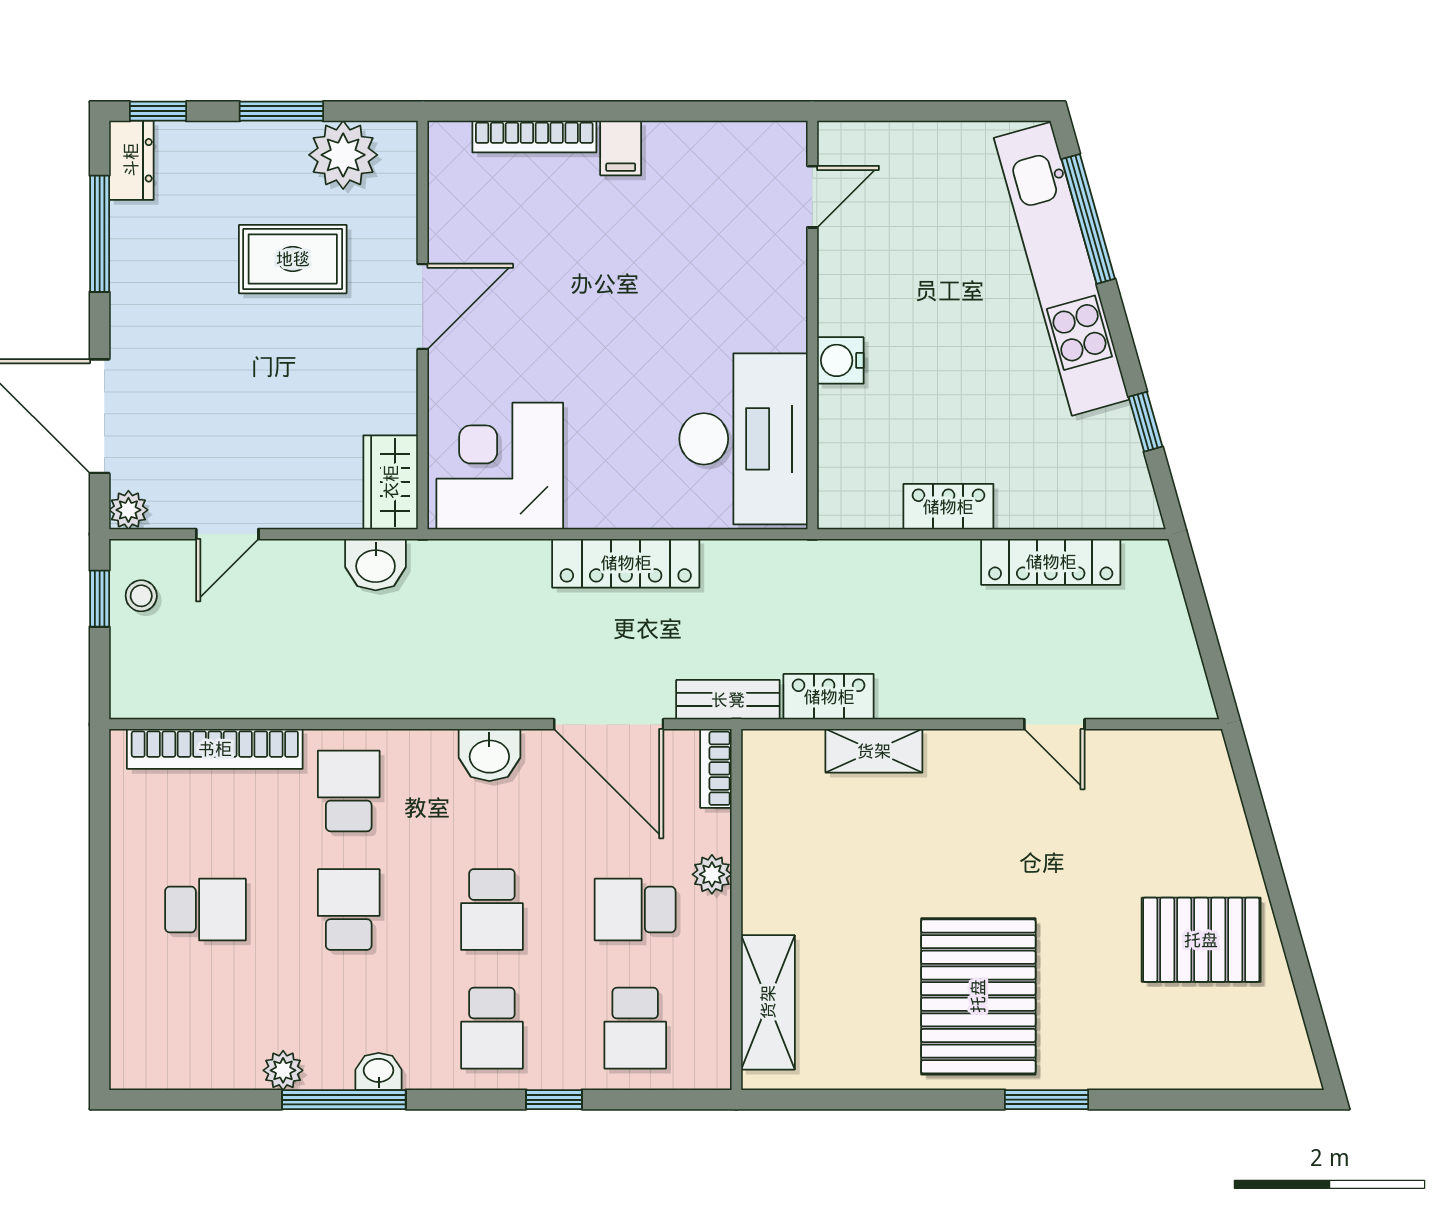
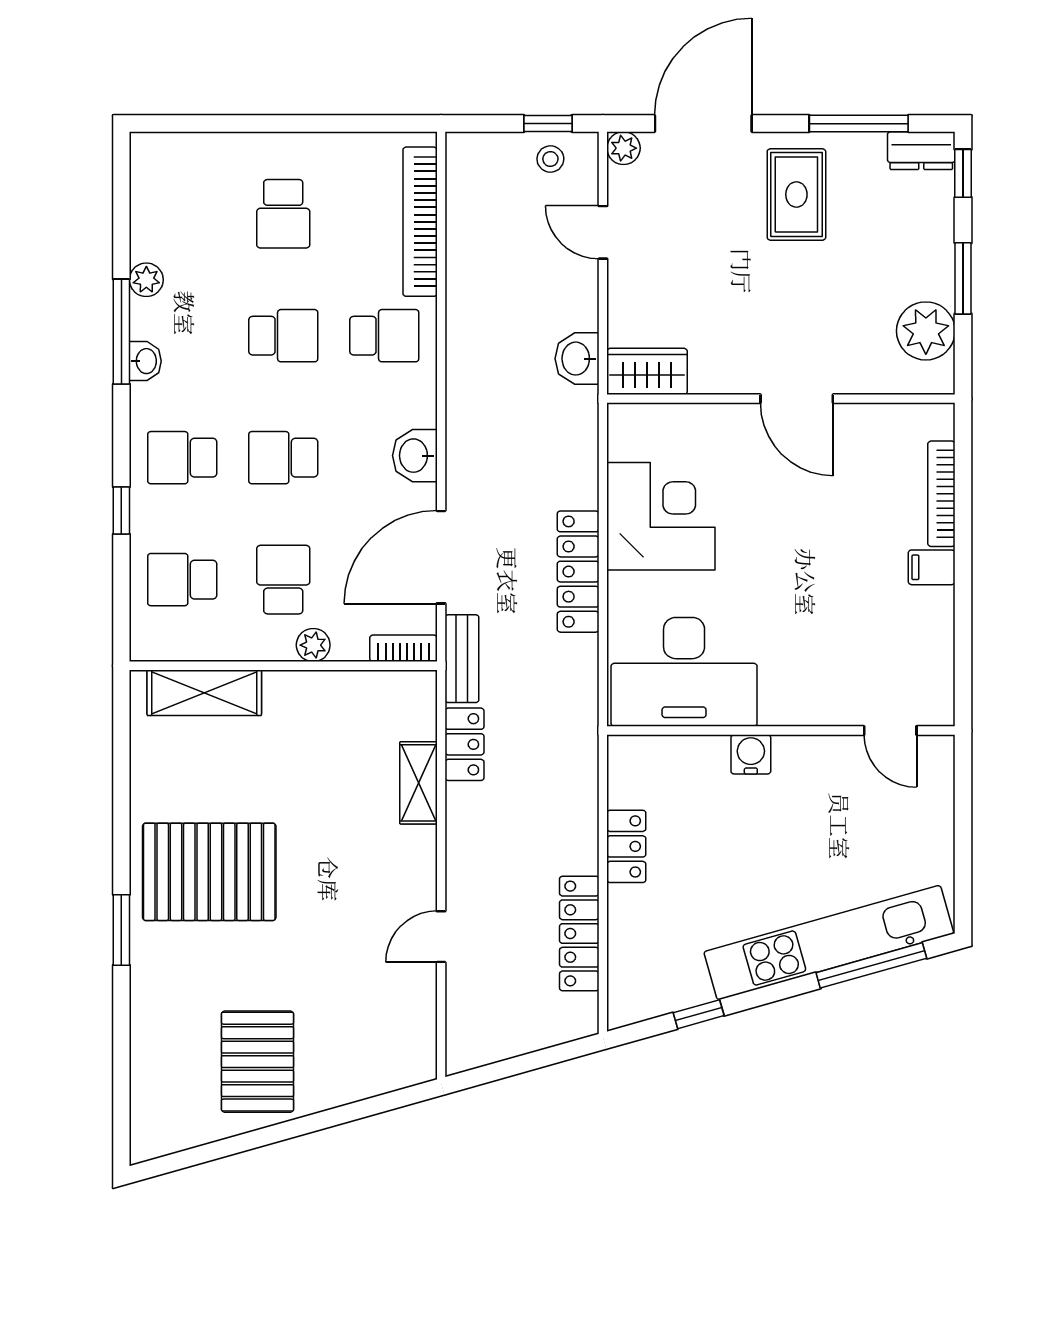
rug: (293, 259) -> (796, 194), moved
corner desk: (500, 466) -> (661, 516), moved

